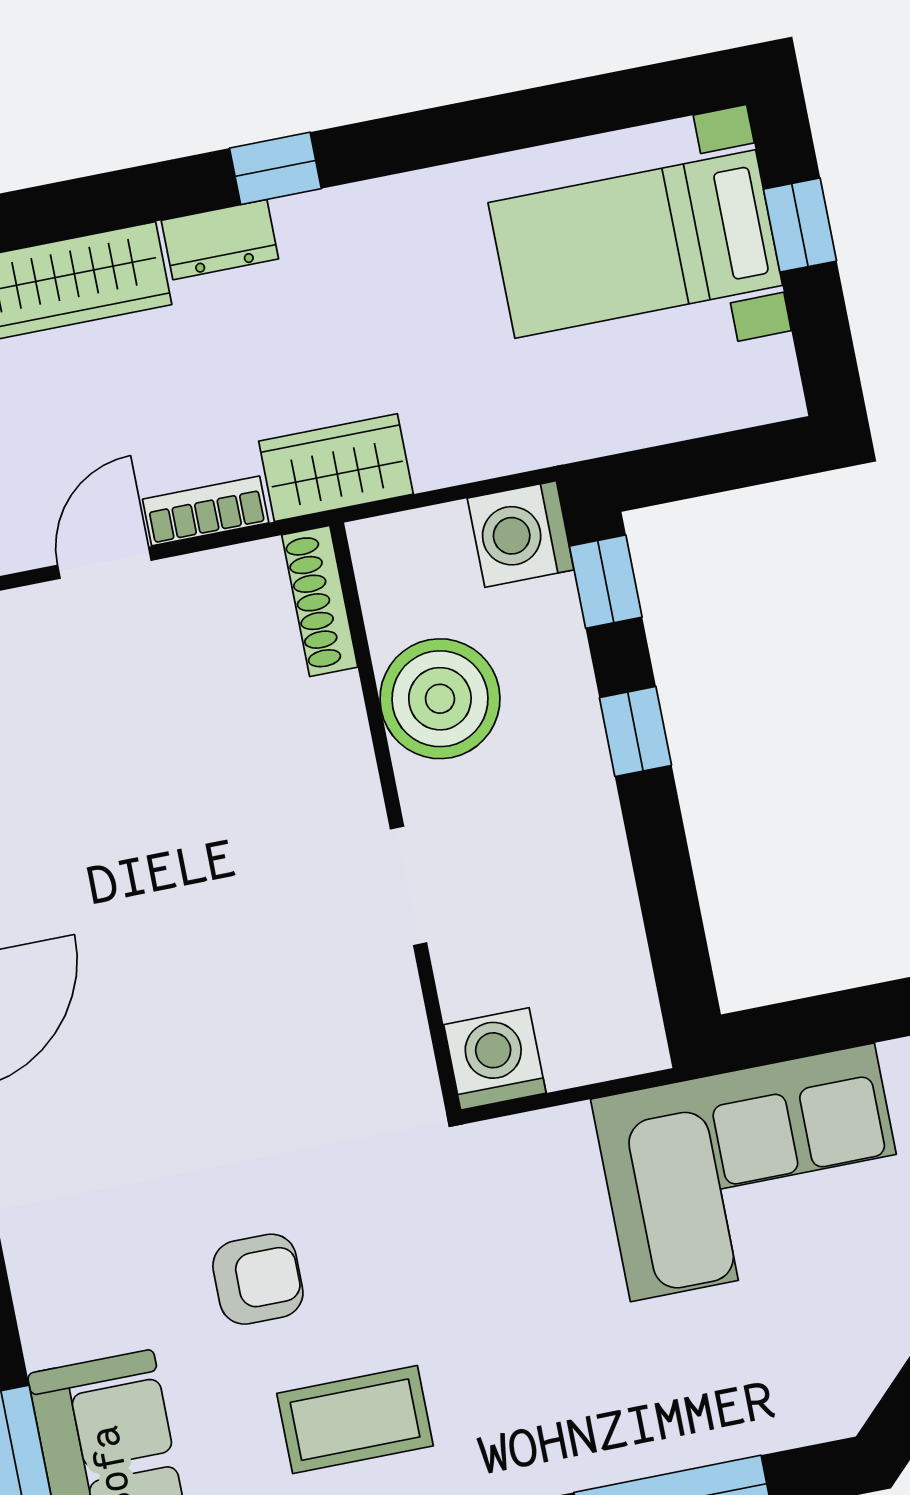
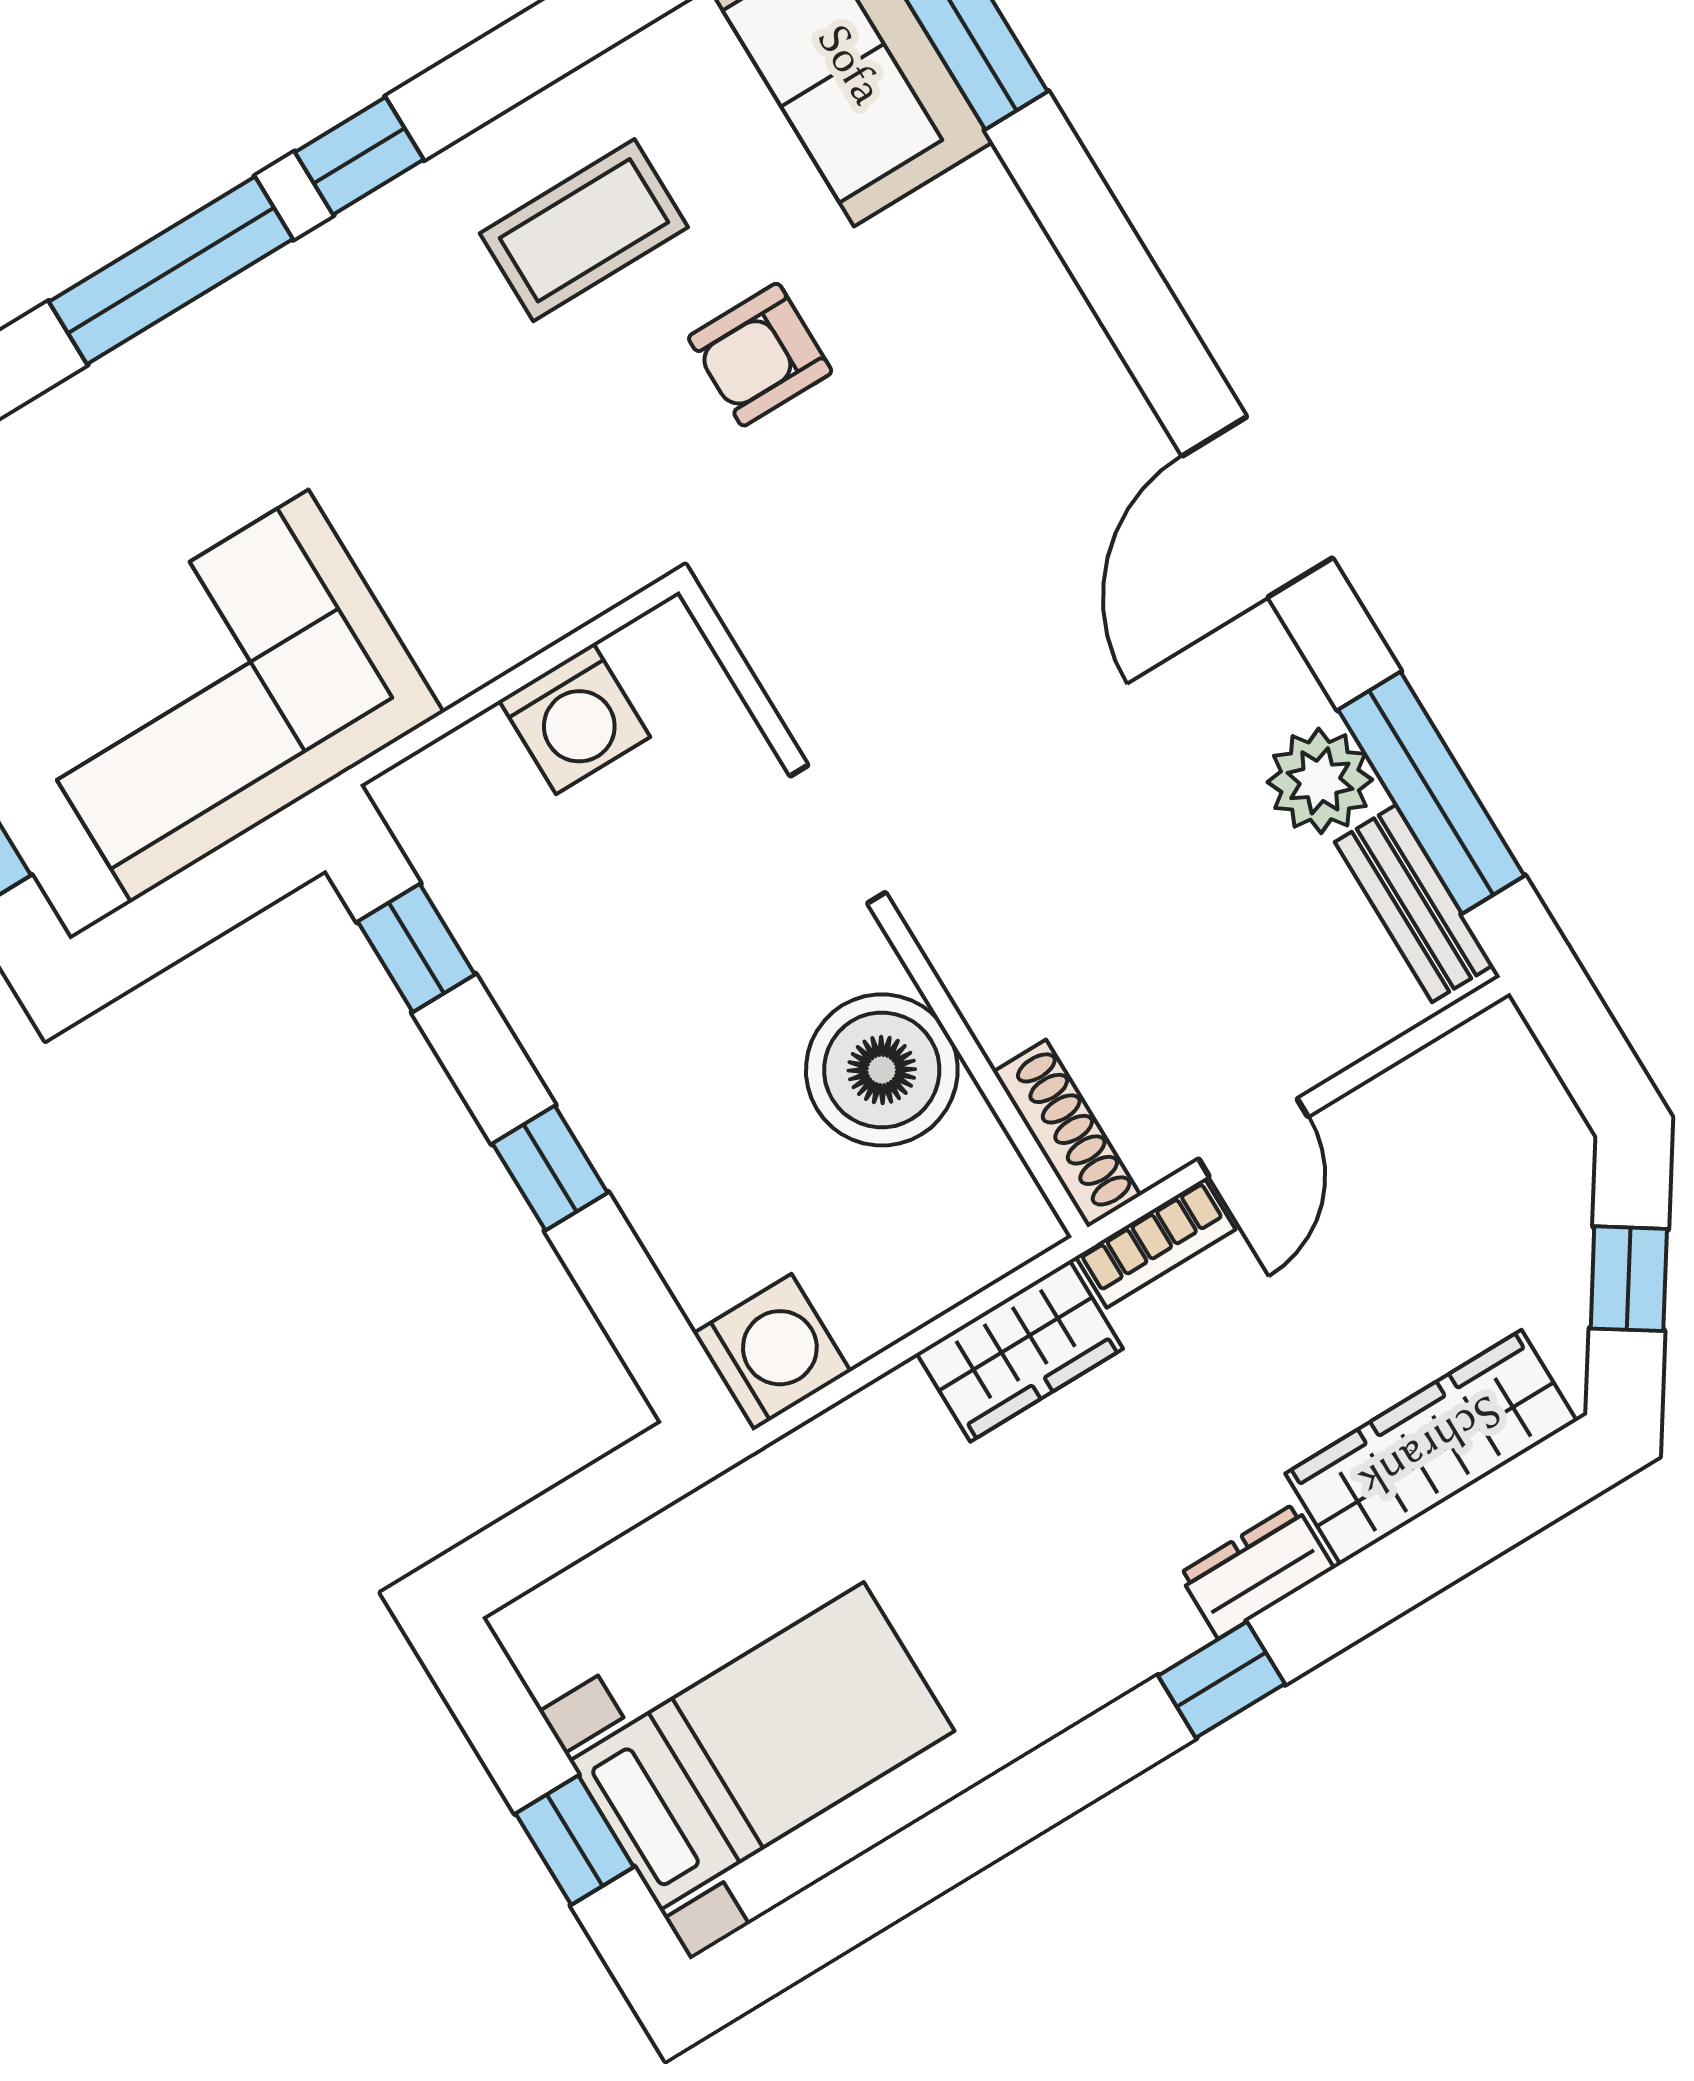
window: (606, 582) -> (416, 948), moved
shoe rack: (320, 601) -> (1067, 1134), moved
boiler: (440, 699) -> (882, 1070), moved
wall: (395, 818) -> (883, 909), moved
doorway: (409, 886) -> (838, 834), moved

